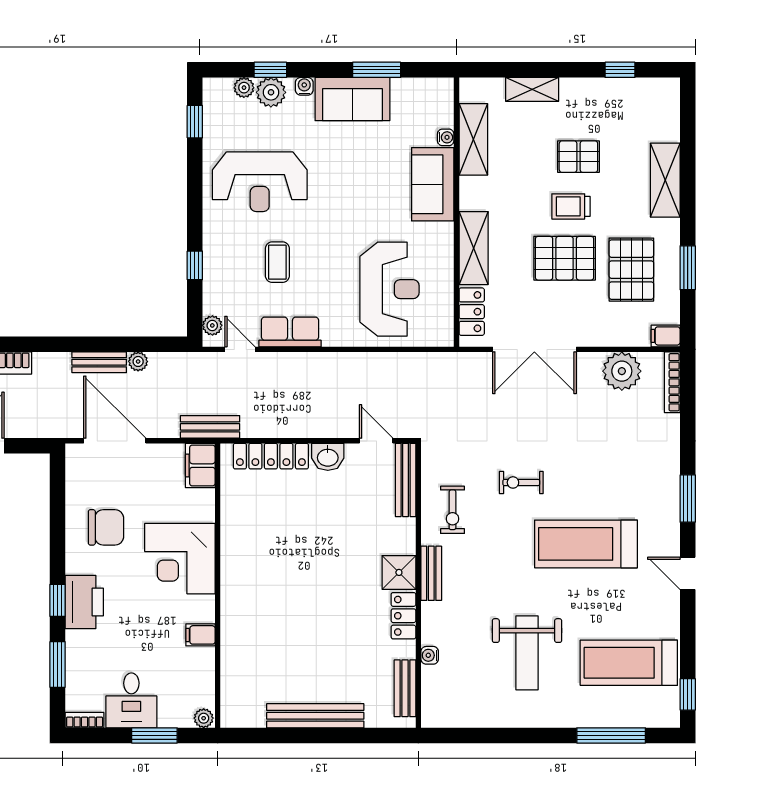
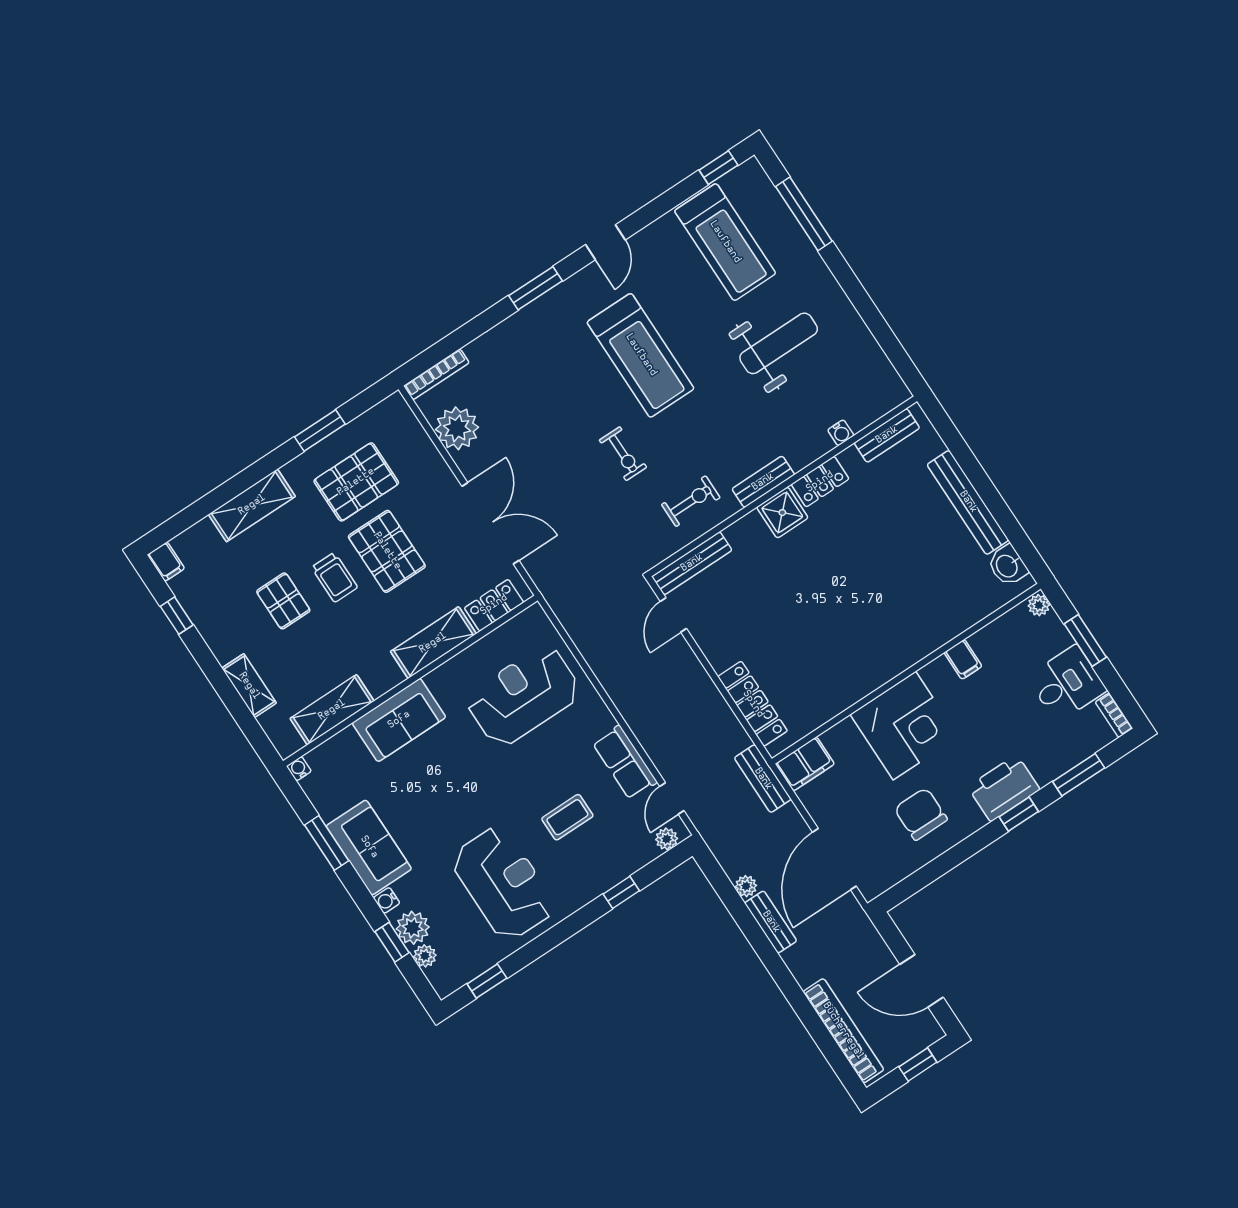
water cooler: (446, 137) -> (299, 769), moved
filing cabinet: (666, 336) -> (166, 562), moved
washbasin: (328, 457) -> (1007, 566), moved, turned 180

